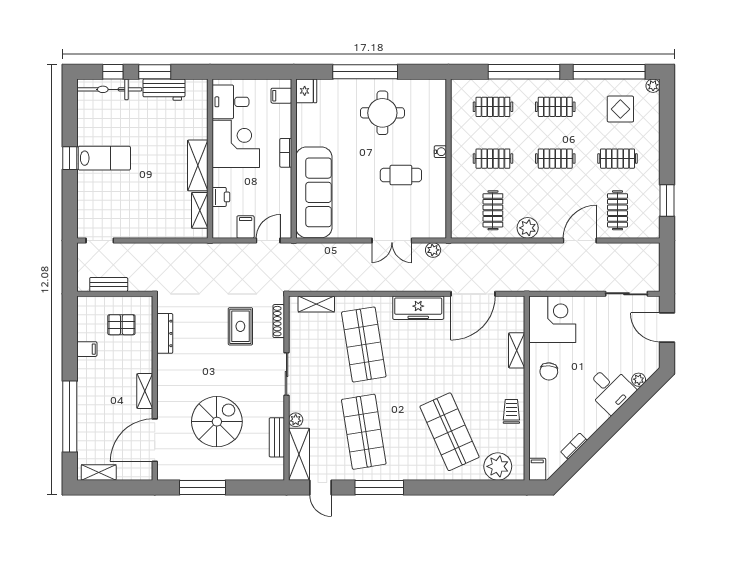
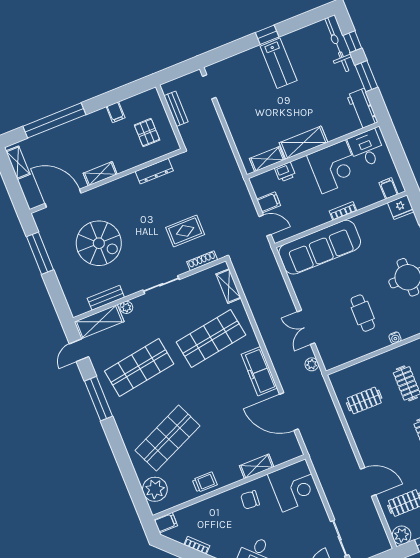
workbench: (164, 90) -> (362, 109), moved
plant: (528, 228) -> (402, 535), moved

